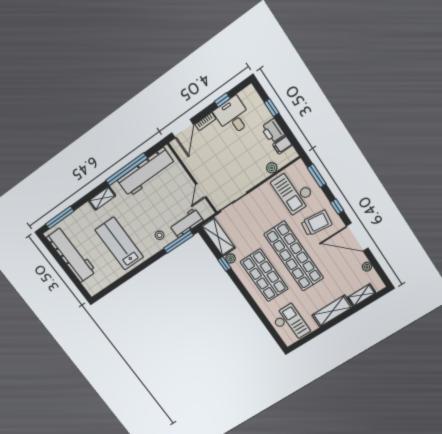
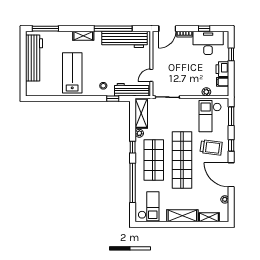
desk: (233, 116) -> (208, 43), width x1.37
workbench: (186, 223) -> (132, 90), width x1.38
window: (178, 242) -> (113, 99), width x0.46
window: (224, 264) -> (133, 147), moved
window: (258, 311) -> (133, 183), added

